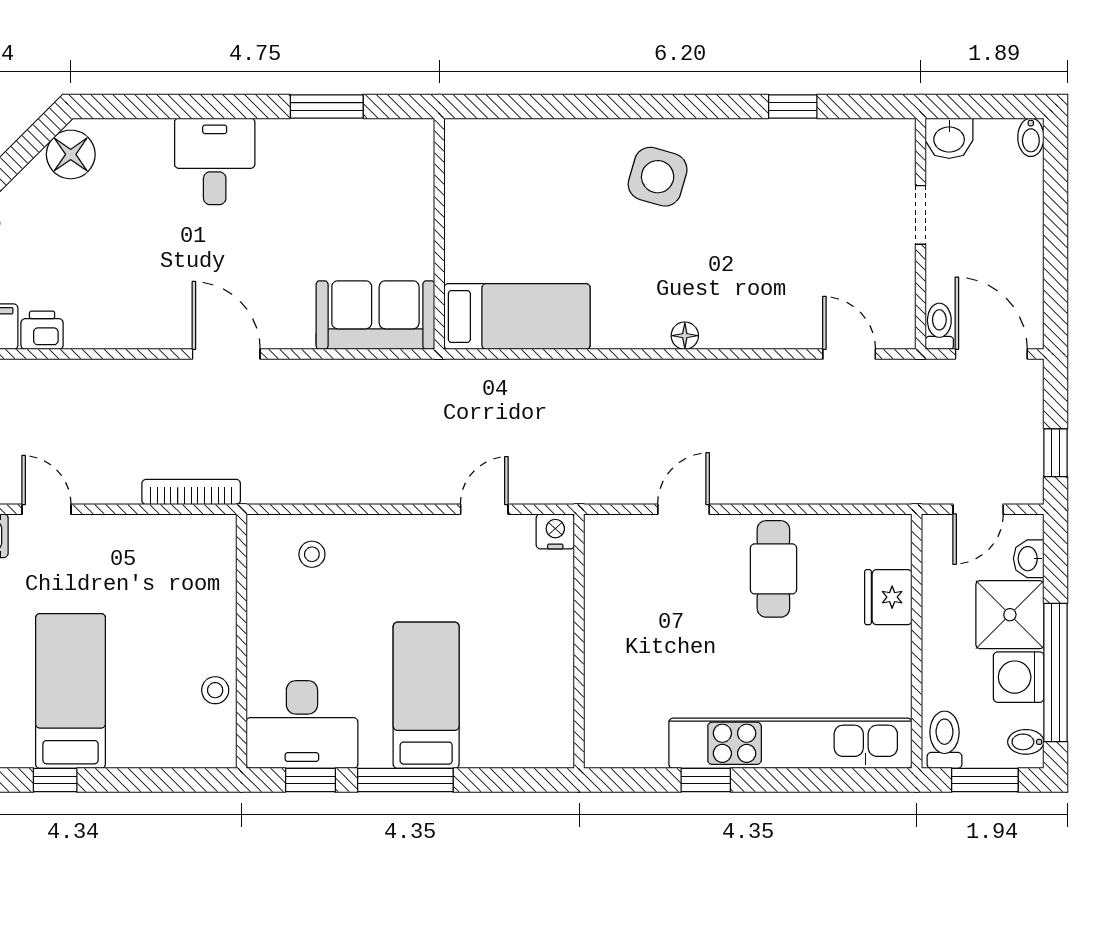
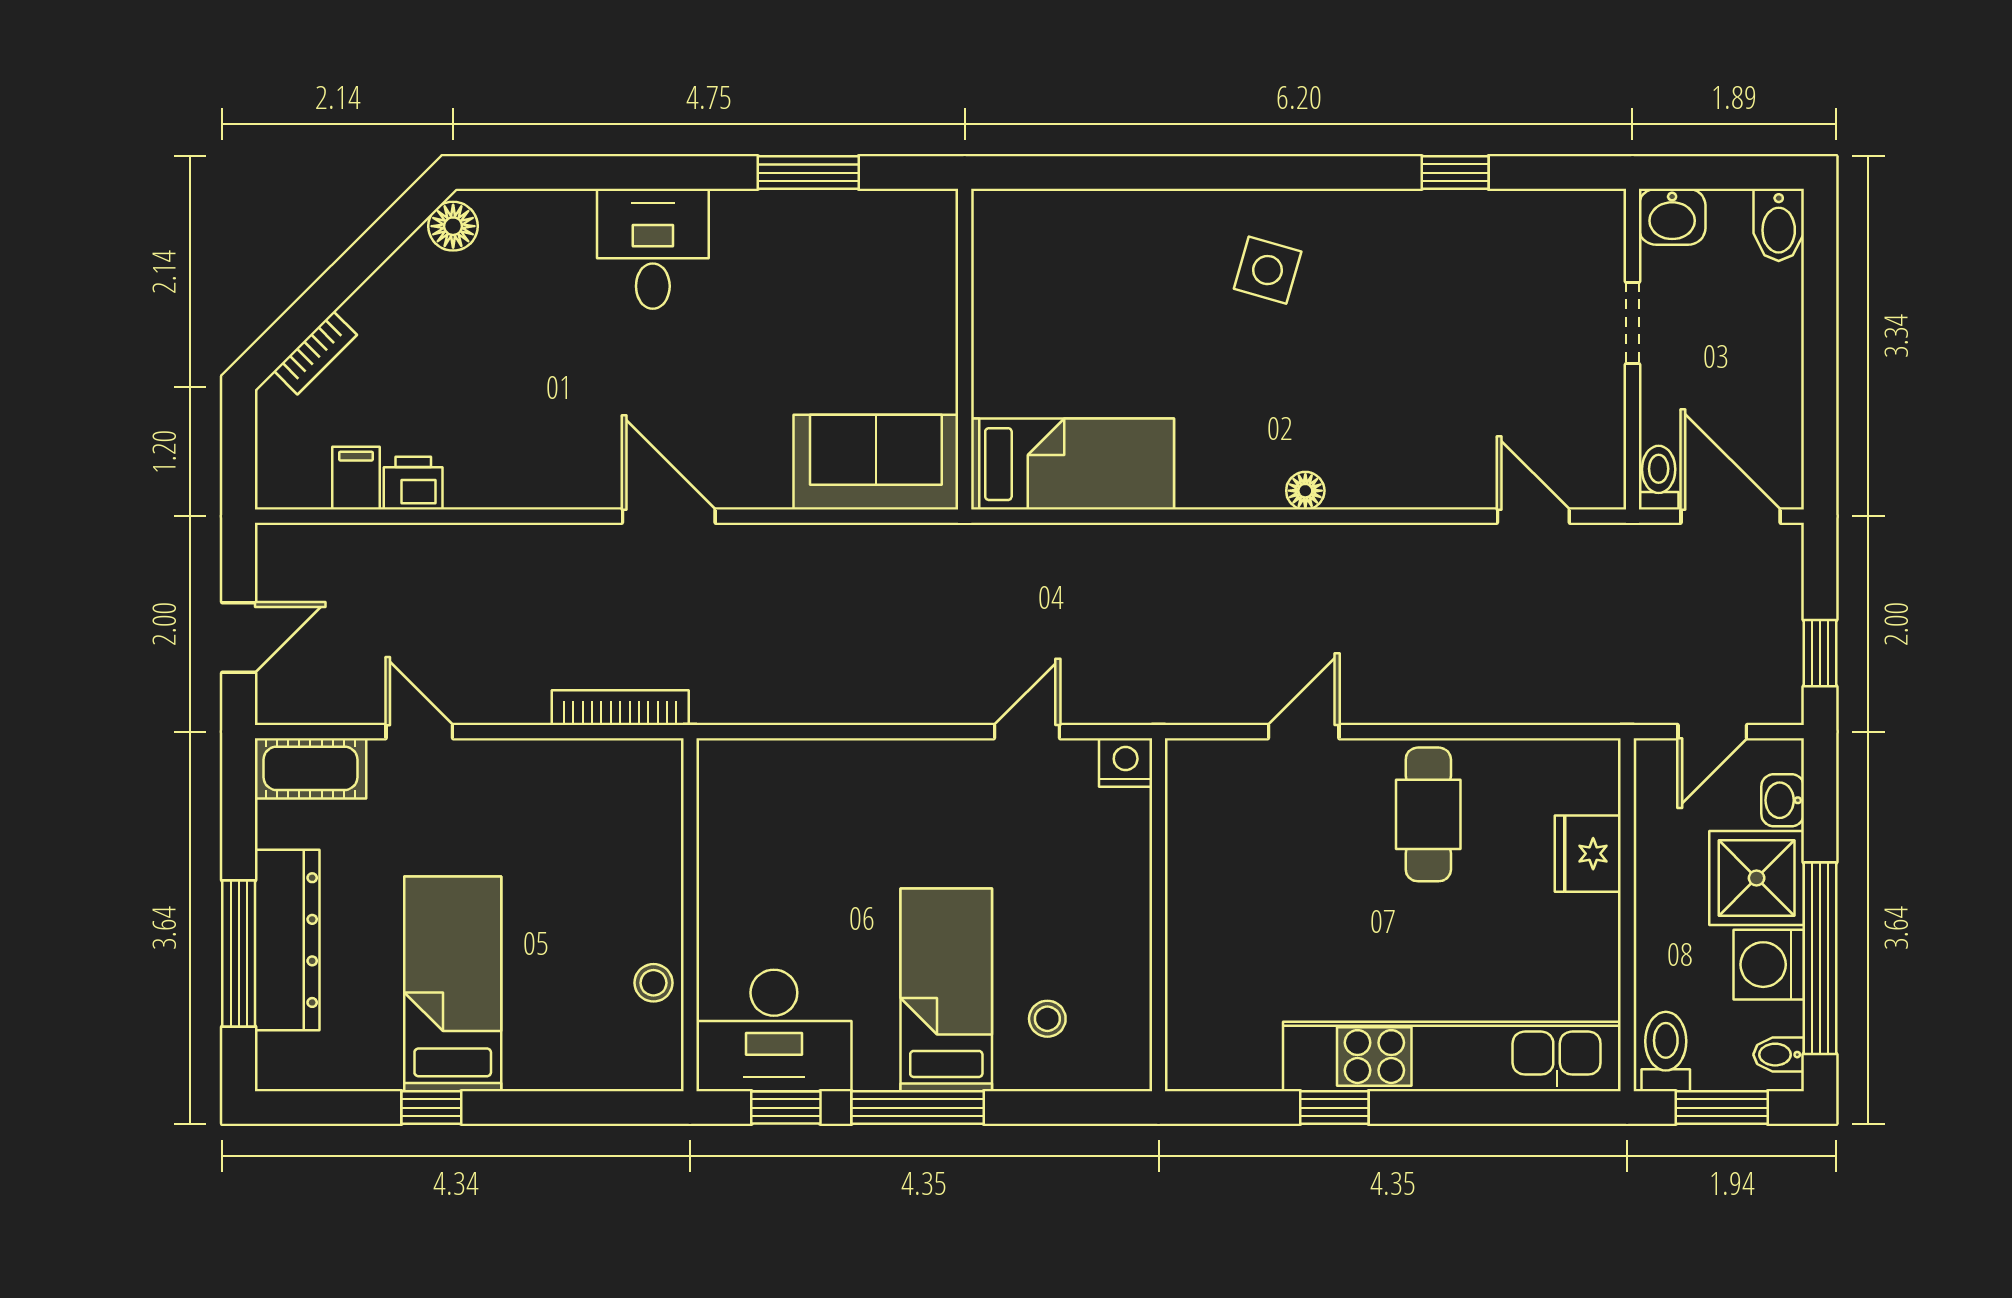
bidet: (1031, 137) -> (1779, 225), width x1.38, depth x1.36
floor lamp: (71, 154) -> (453, 226), width x0.73, depth x0.73
side table: (658, 177) -> (1268, 270), width x0.73, depth x0.73
stool: (312, 554) -> (1047, 1019), moved

